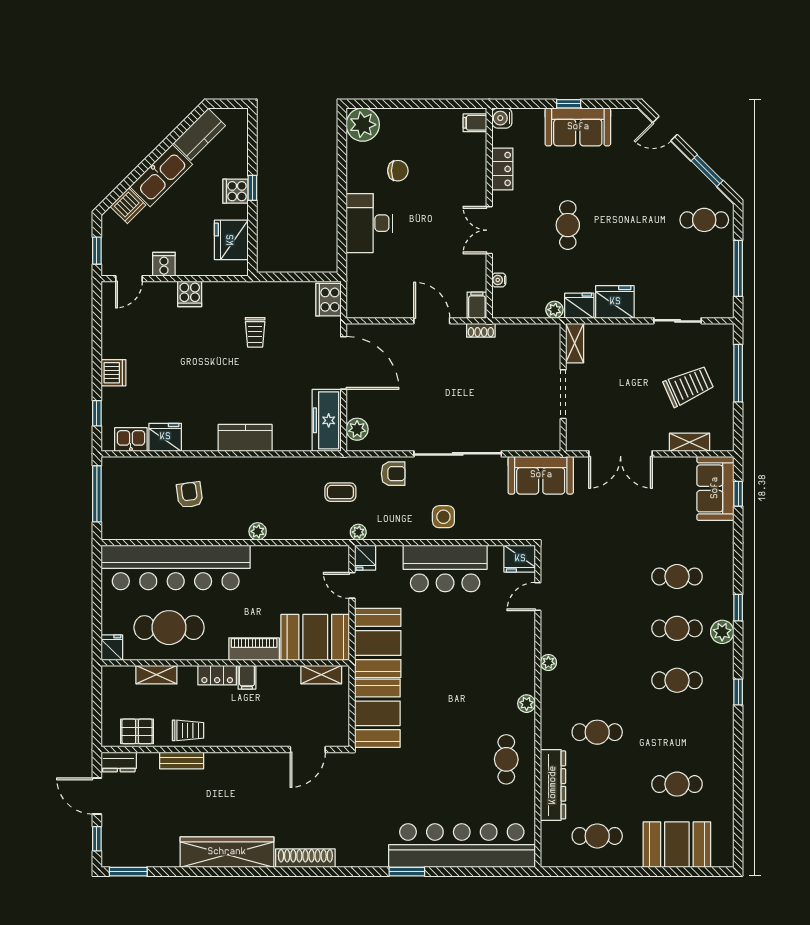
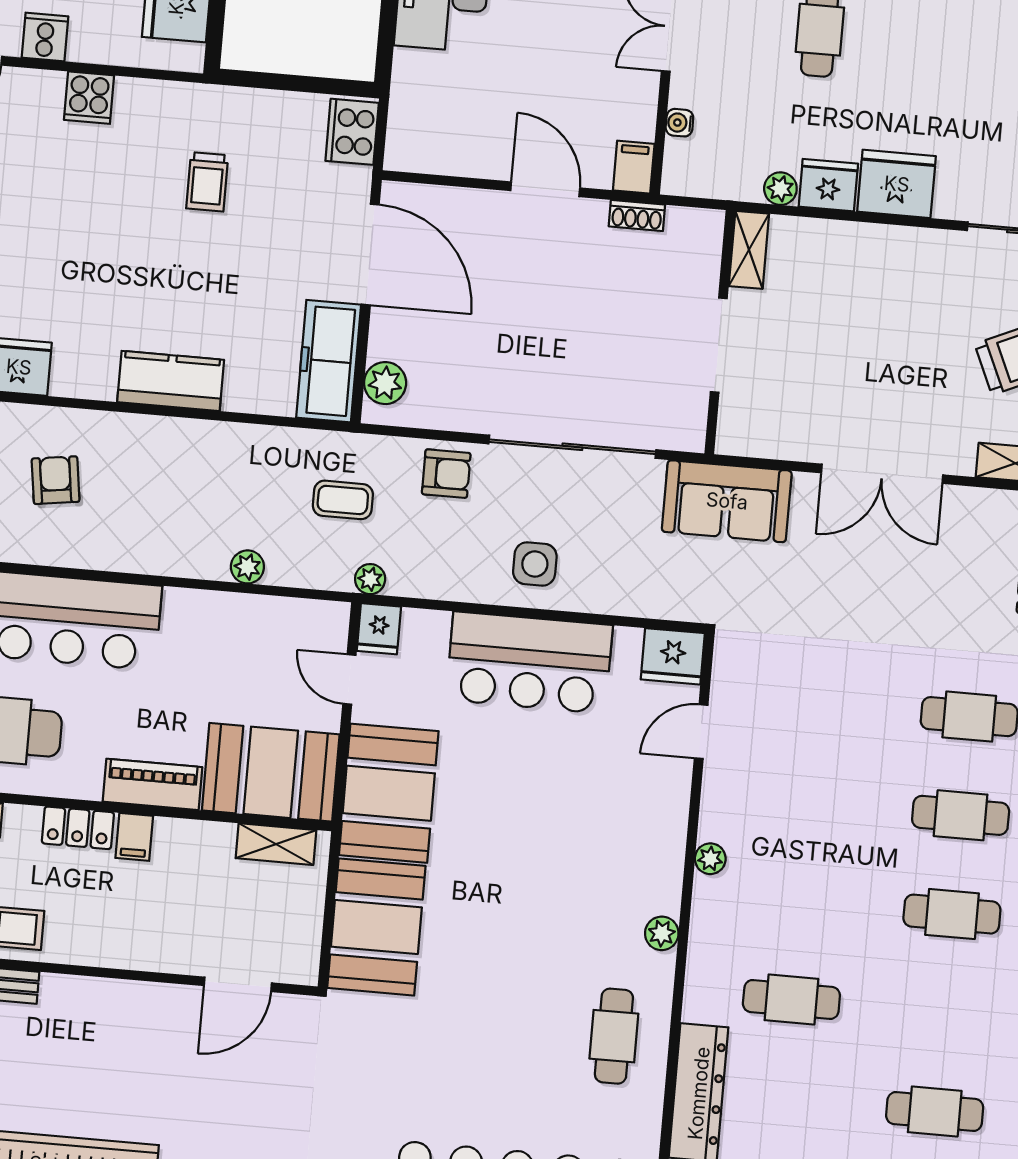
shelving: (575, 343) -> (749, 250), moved
wall: (563, 387) -> (720, 332), moved
doorway: (563, 394) -> (719, 345), moved
plant: (258, 531) -> (247, 567), moved

